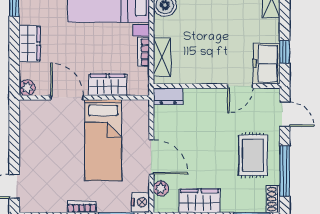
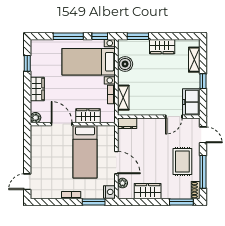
window: (285, 52) -> (203, 81), moved

